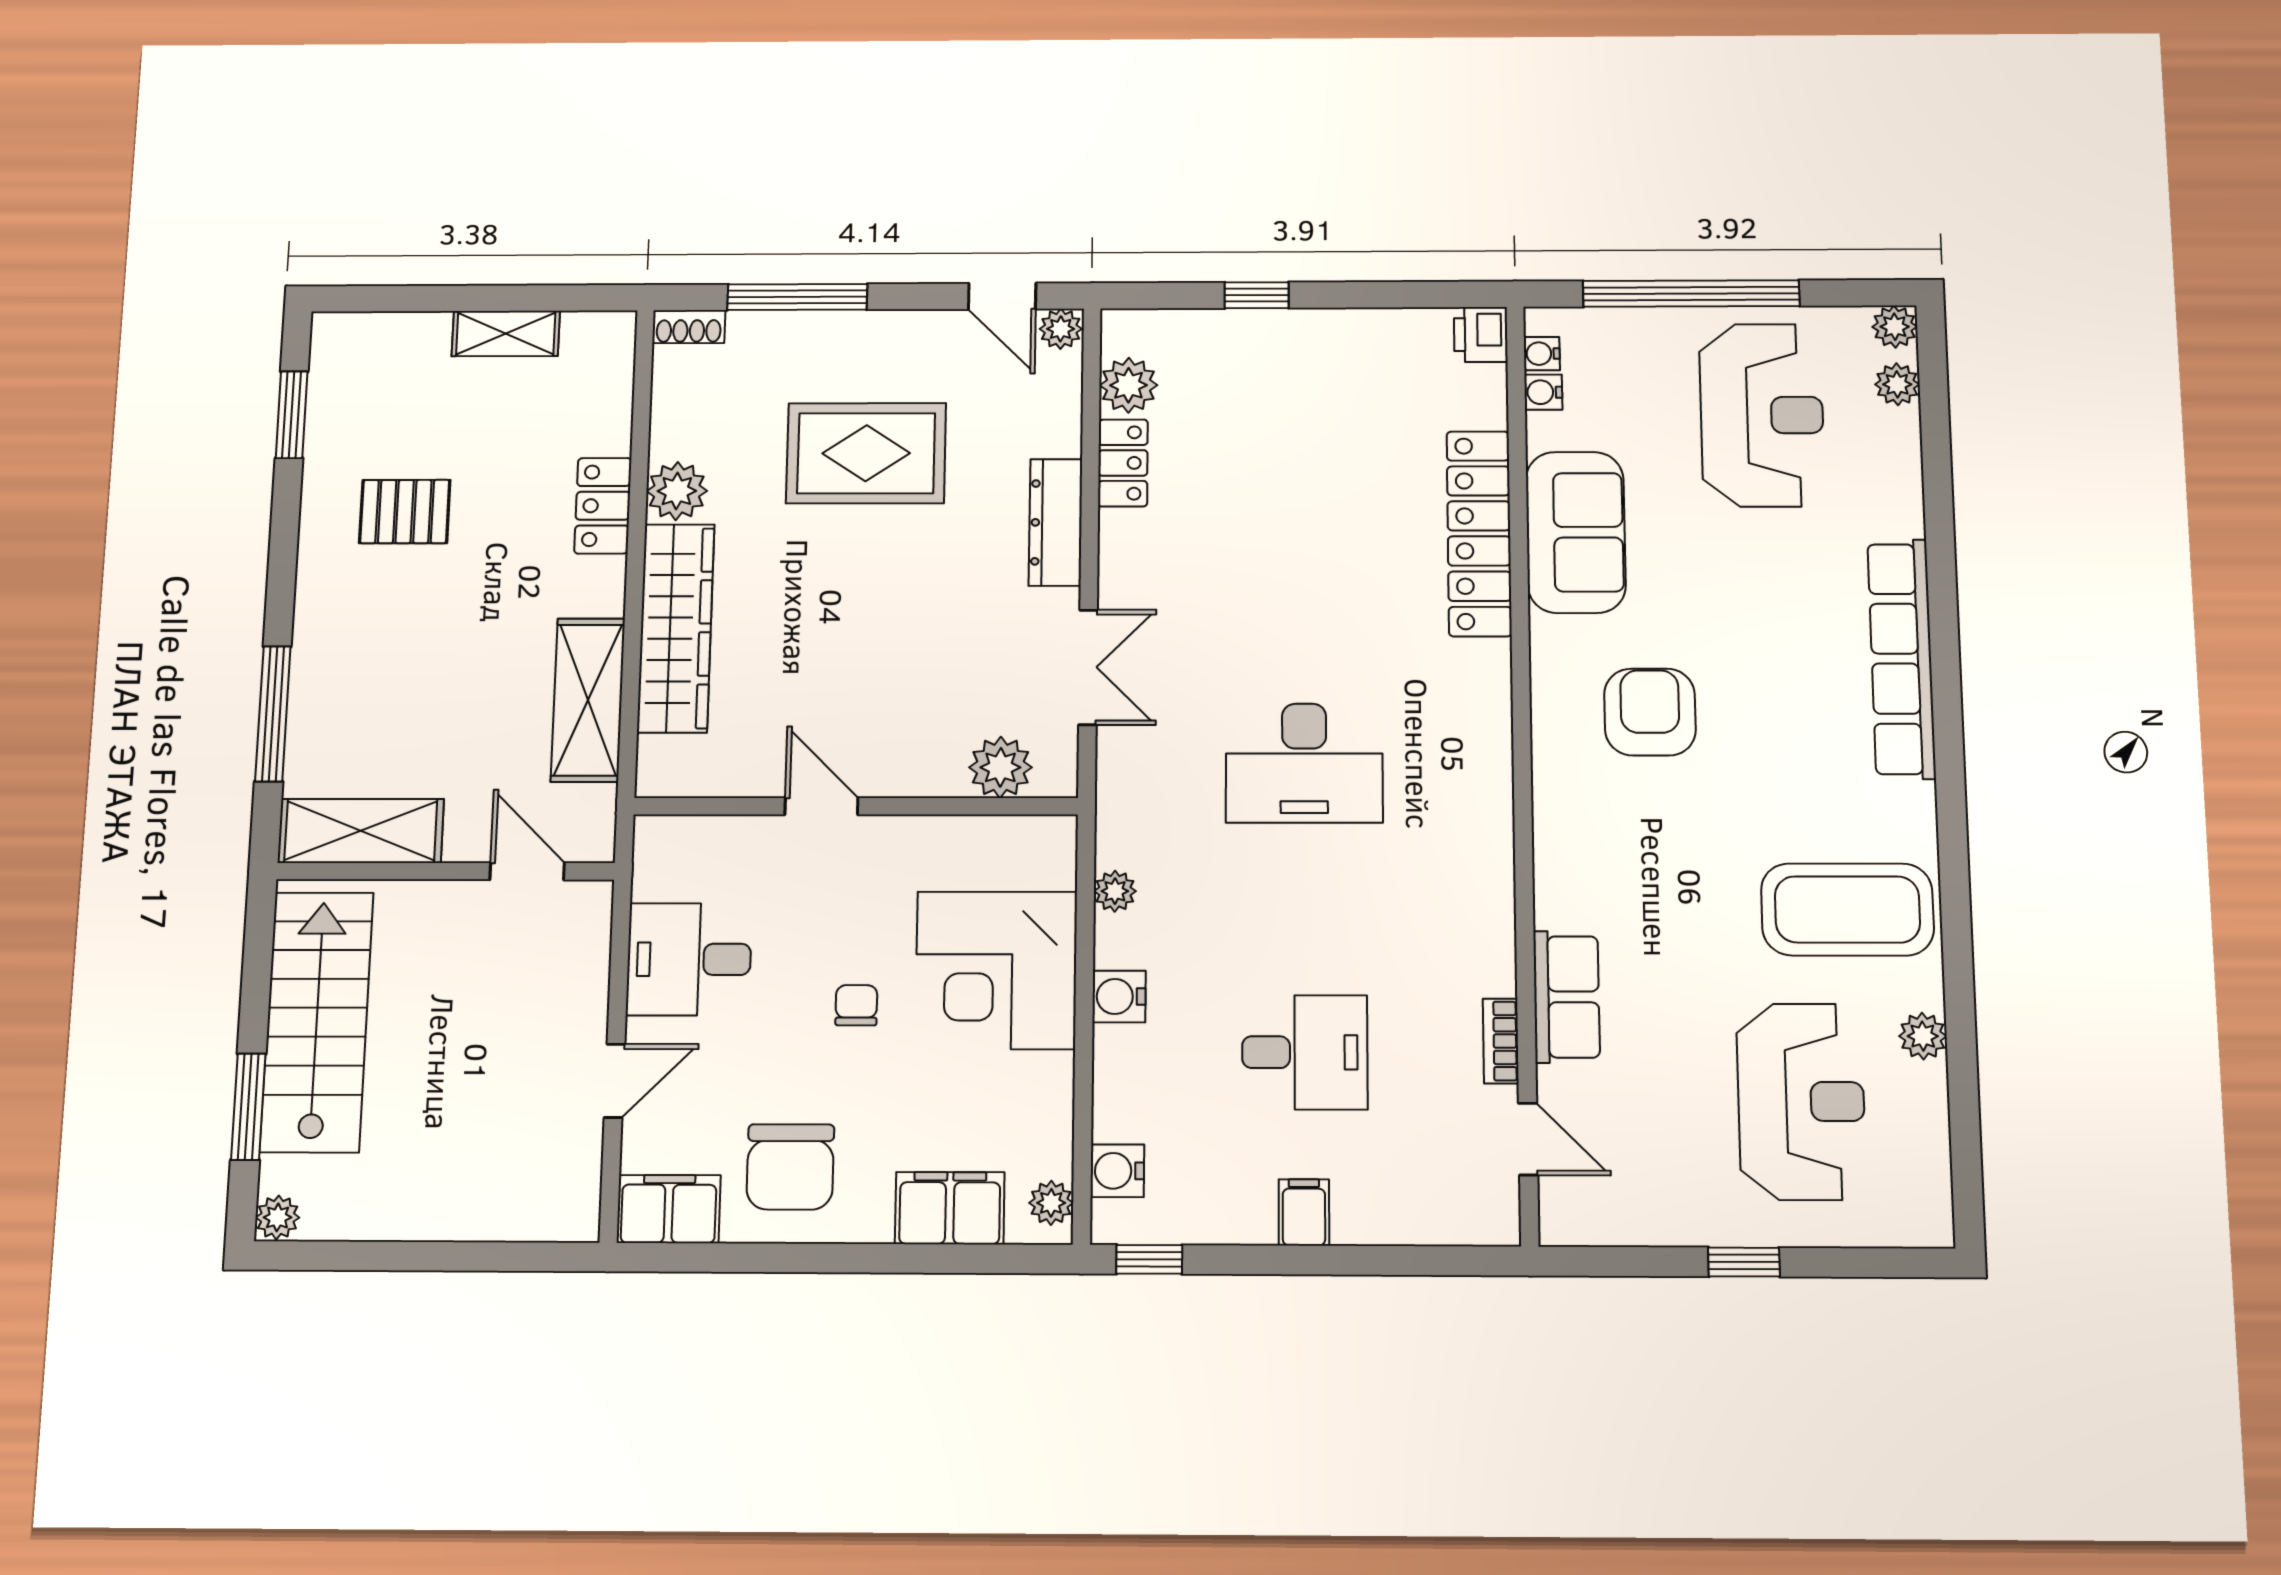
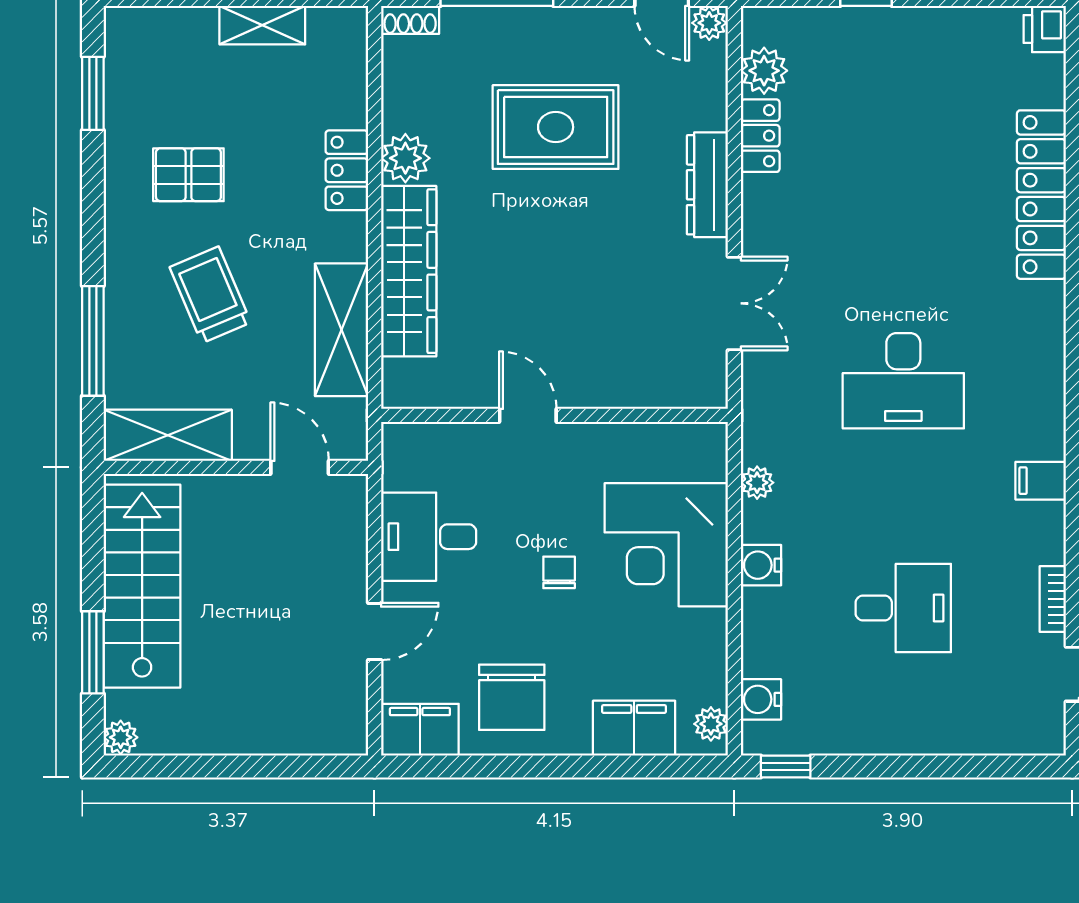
trolley: (424, 657) -> (210, 295), added
plant: (1000, 767) -> (667, 384), removed
filing cabinet: (1304, 1212) -> (1041, 481), moved, turned -90

